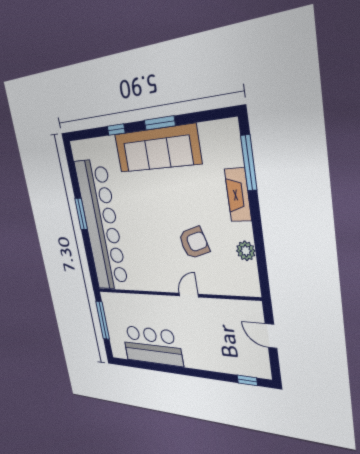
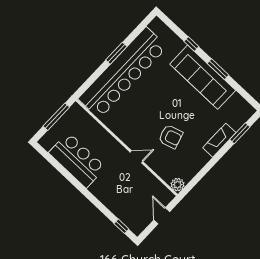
window: (249, 163) -> (240, 133), width x0.69
plant: (246, 251) -> (178, 185), moved

